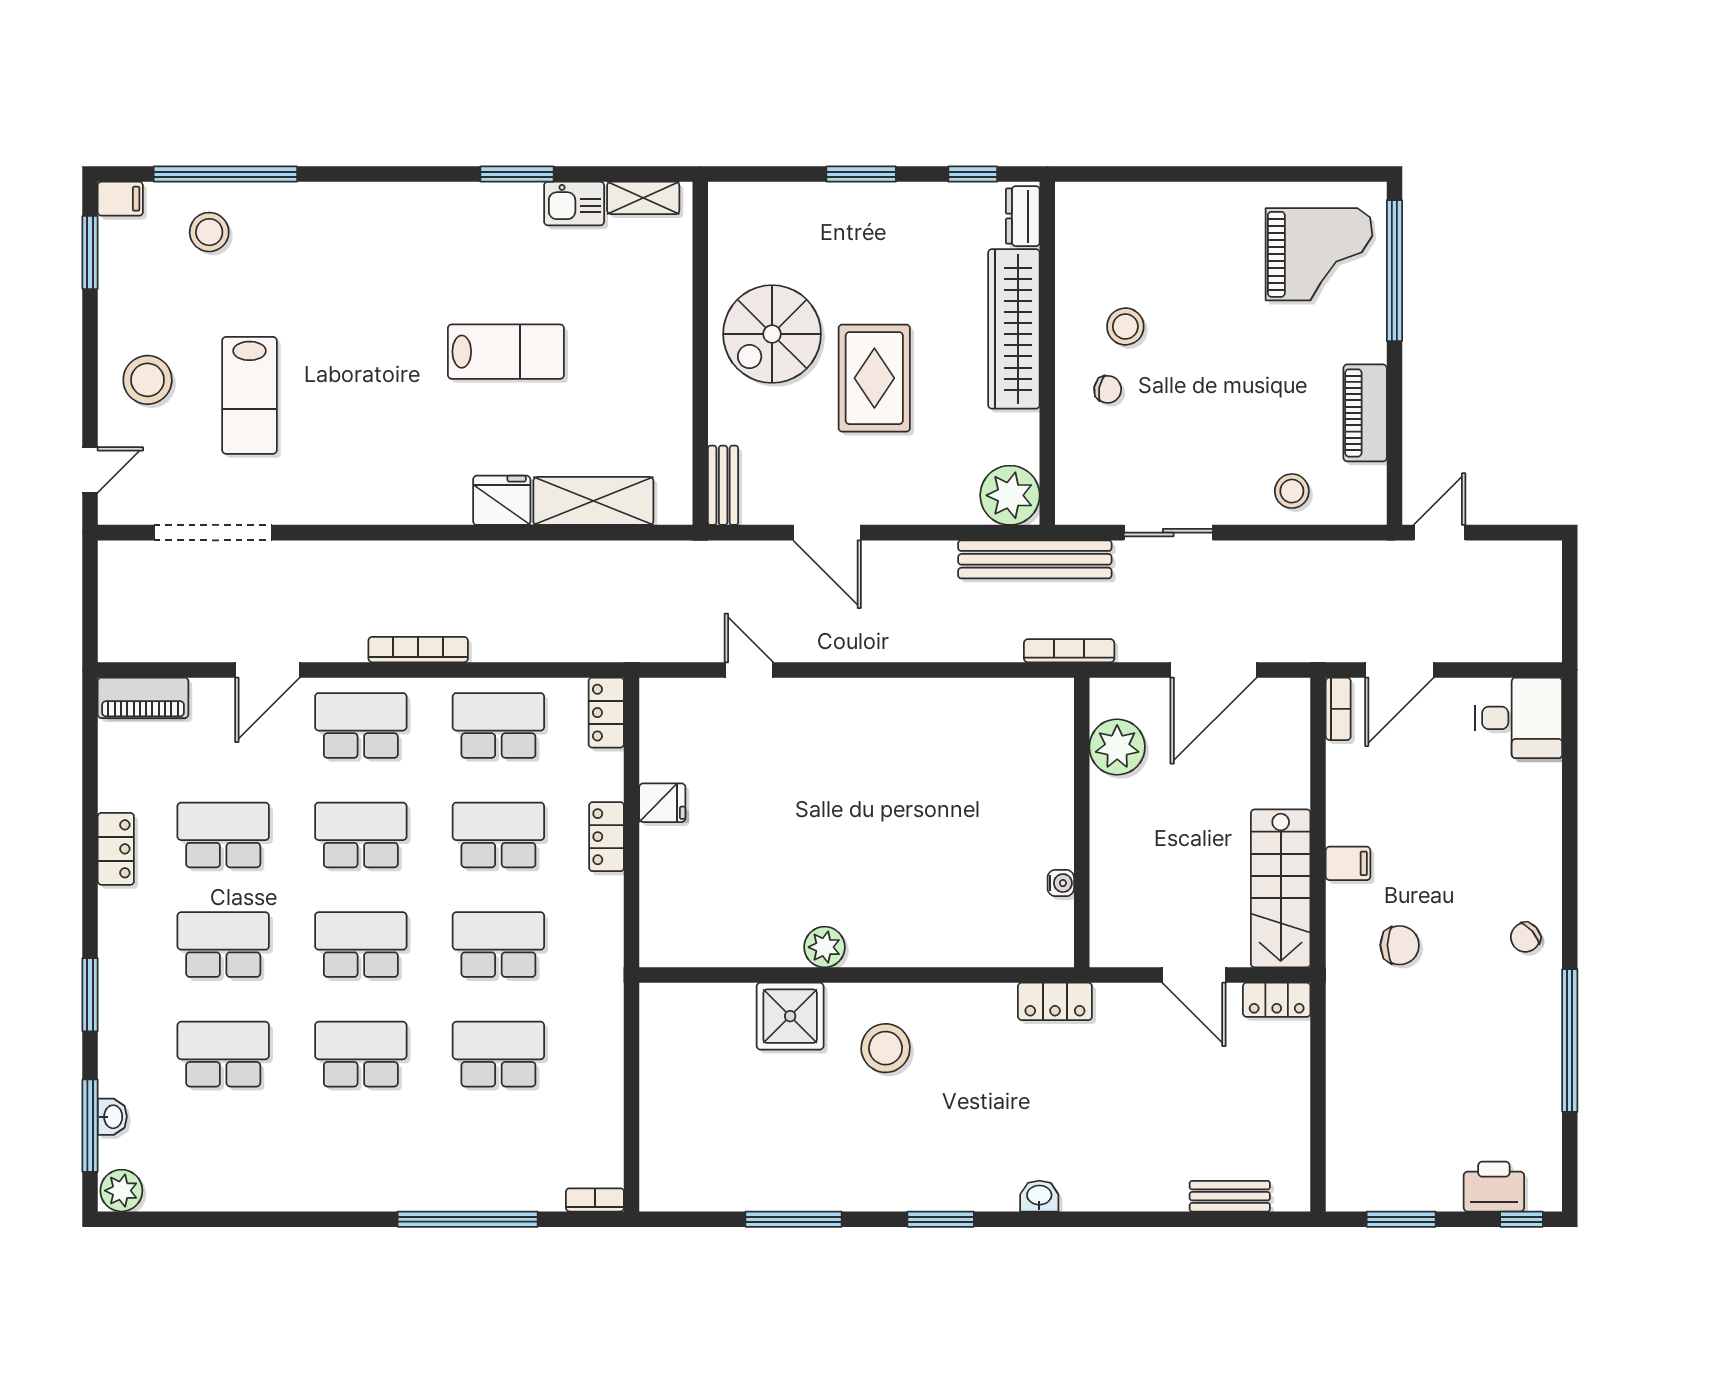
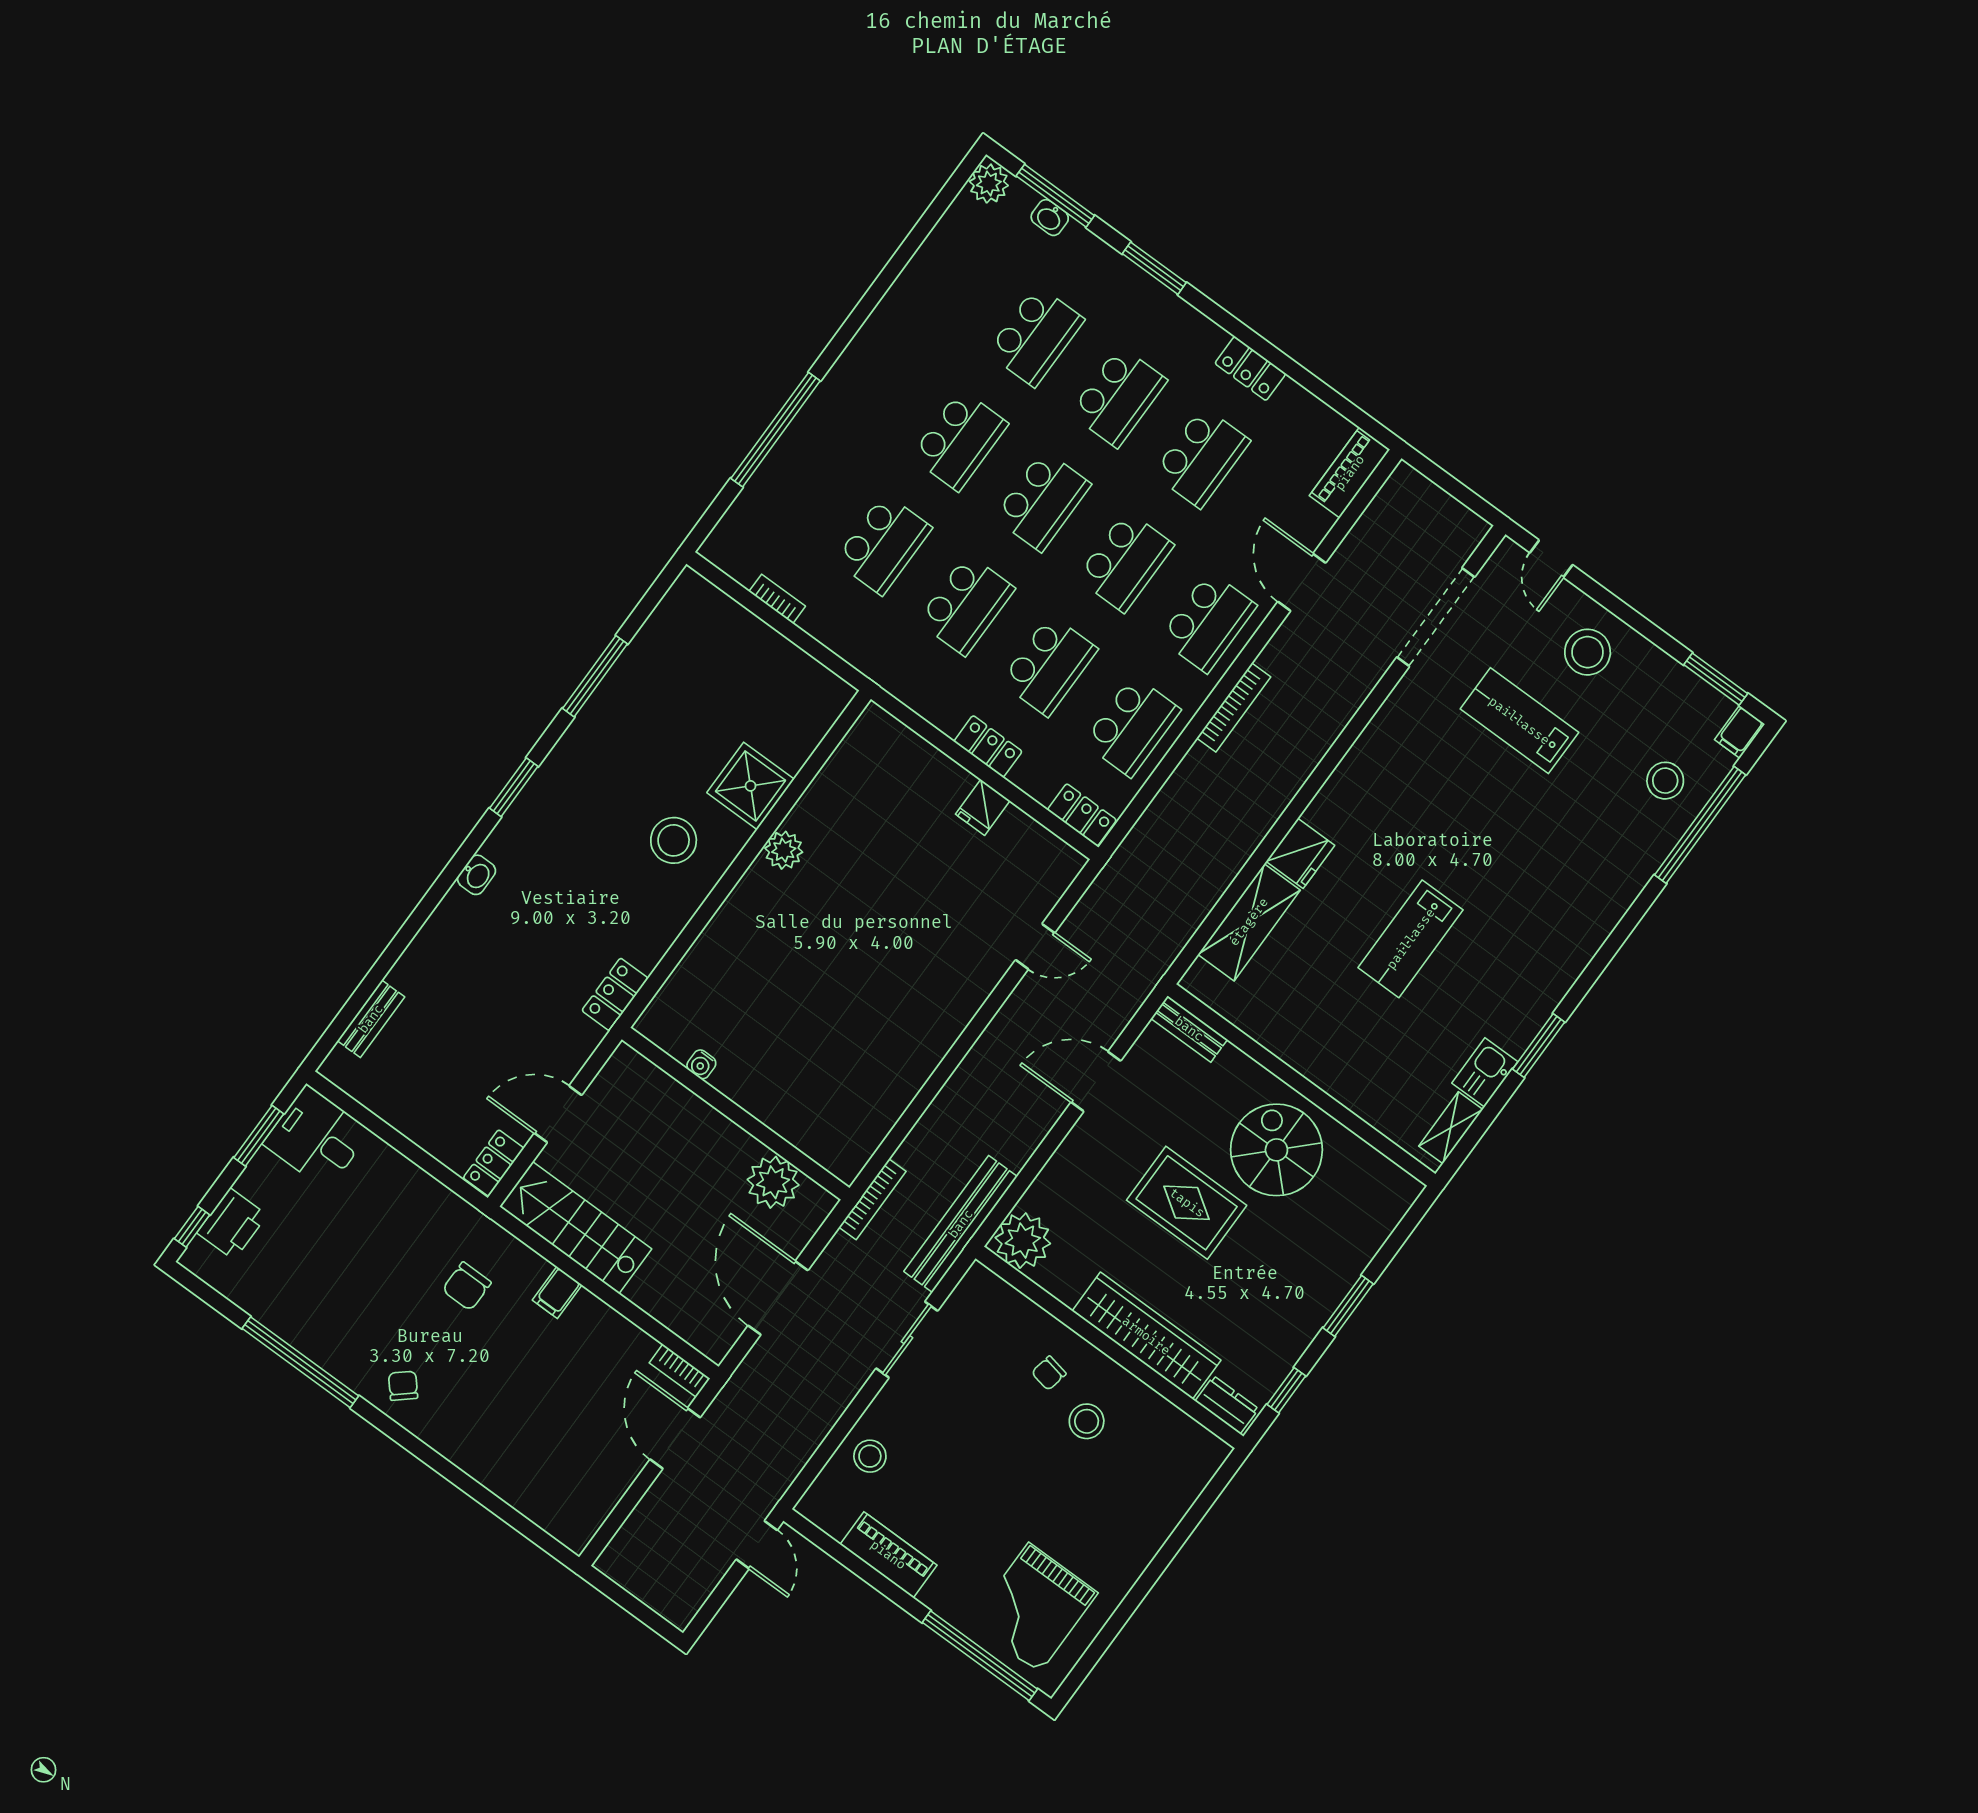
desk: (1519, 718) -> (317, 1138), moved, turned 90
bookcase: (595, 1200) -> (777, 599), moved, turned -90

